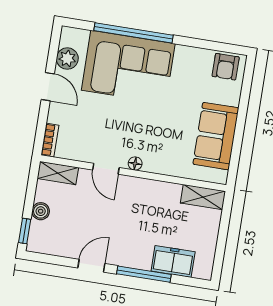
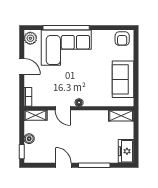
plant: (67, 59) -> (30, 38), moved
freezer: (173, 261) -> (126, 151), moved, turned -90
door: (91, 266) -> (63, 165), hinge flipped

